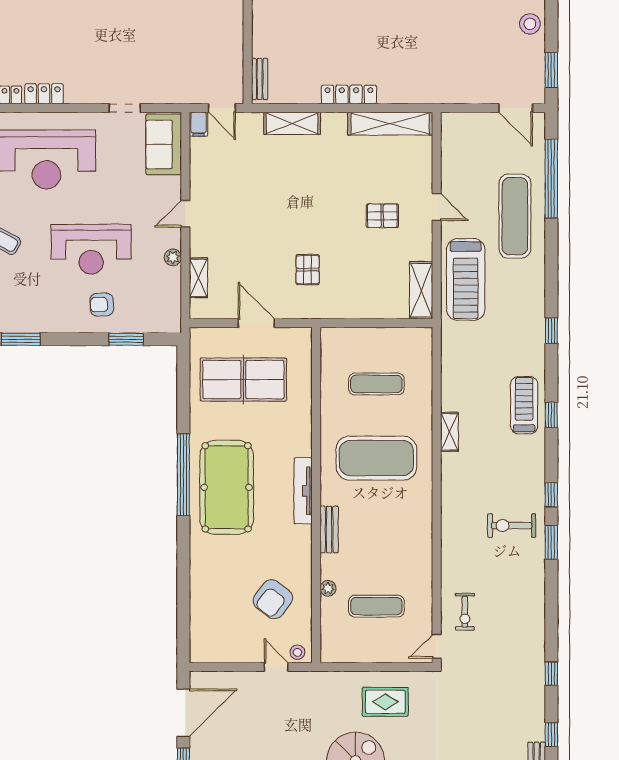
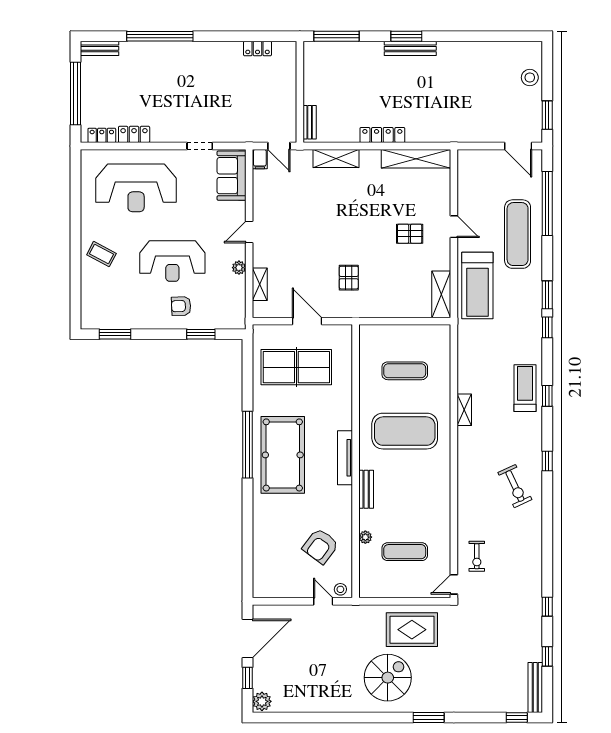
exercise bike: (512, 526) -> (515, 486), turned -115
window: (551, 542) -> (547, 295), moved
rug: (385, 702) -> (412, 630), width x1.36, depth x1.43

